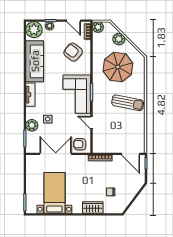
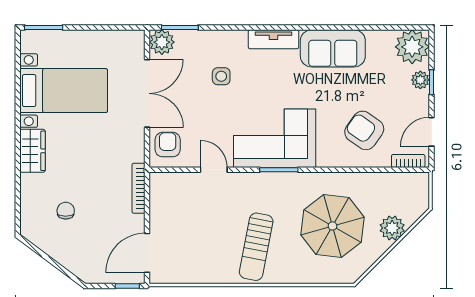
plant: (98, 27) -> (418, 183), removed
armchair: (73, 52) -> (364, 130), turned -94
sofa: (35, 61) -> (333, 48), width x0.73
door: (92, 123) -> (214, 170), hinge flipped
plant: (32, 125) -> (162, 42), moved
wardrobe: (93, 207) -> (32, 151), moved

